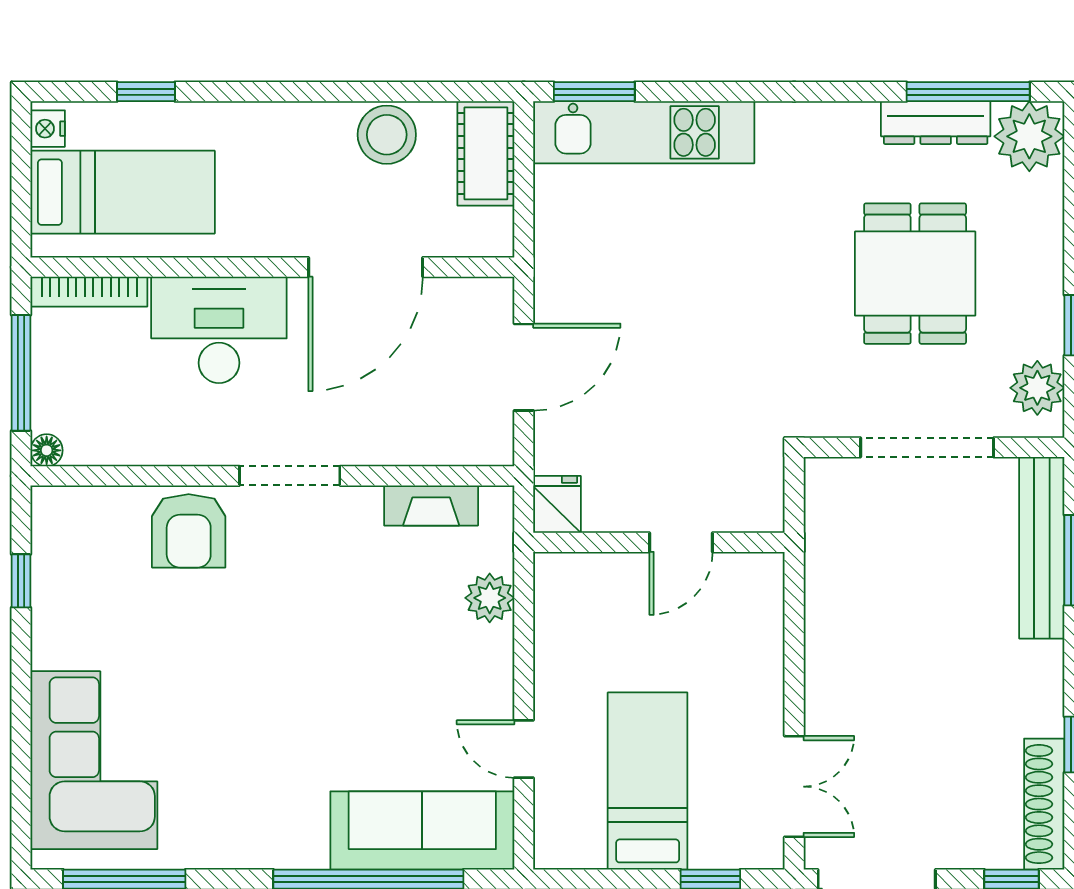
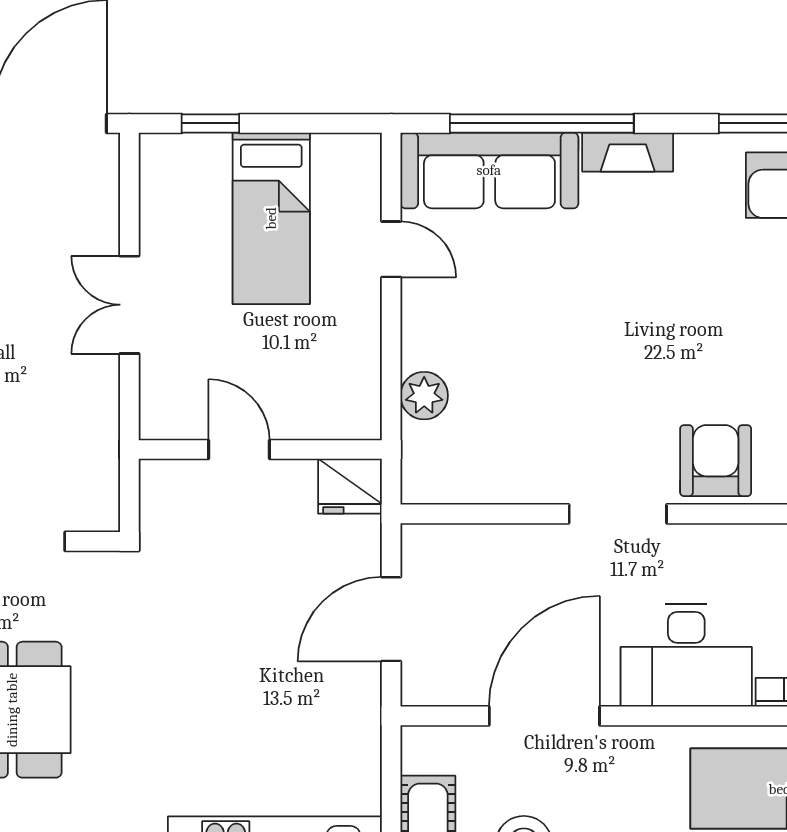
fridge: (557, 504) -> (350, 486), width x1.38
fireplace: (431, 505) -> (628, 152), moved, turned 180
door: (681, 542) -> (239, 450), hinge flipped
double door: (794, 787) -> (129, 305), moved

